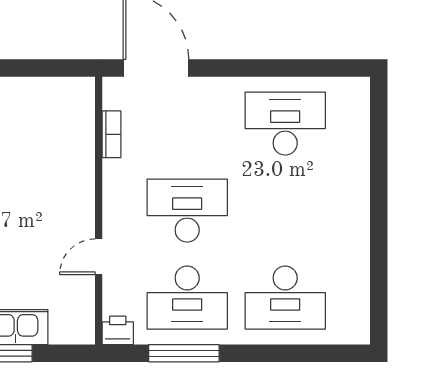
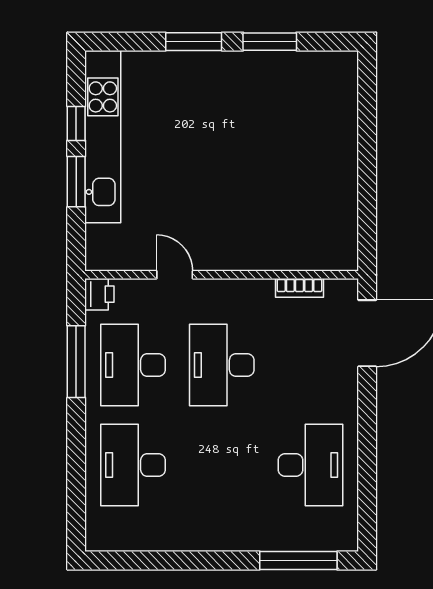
window: (379, 135) -> (298, 561), added
desk: (187, 211) -> (222, 365), turned 180

